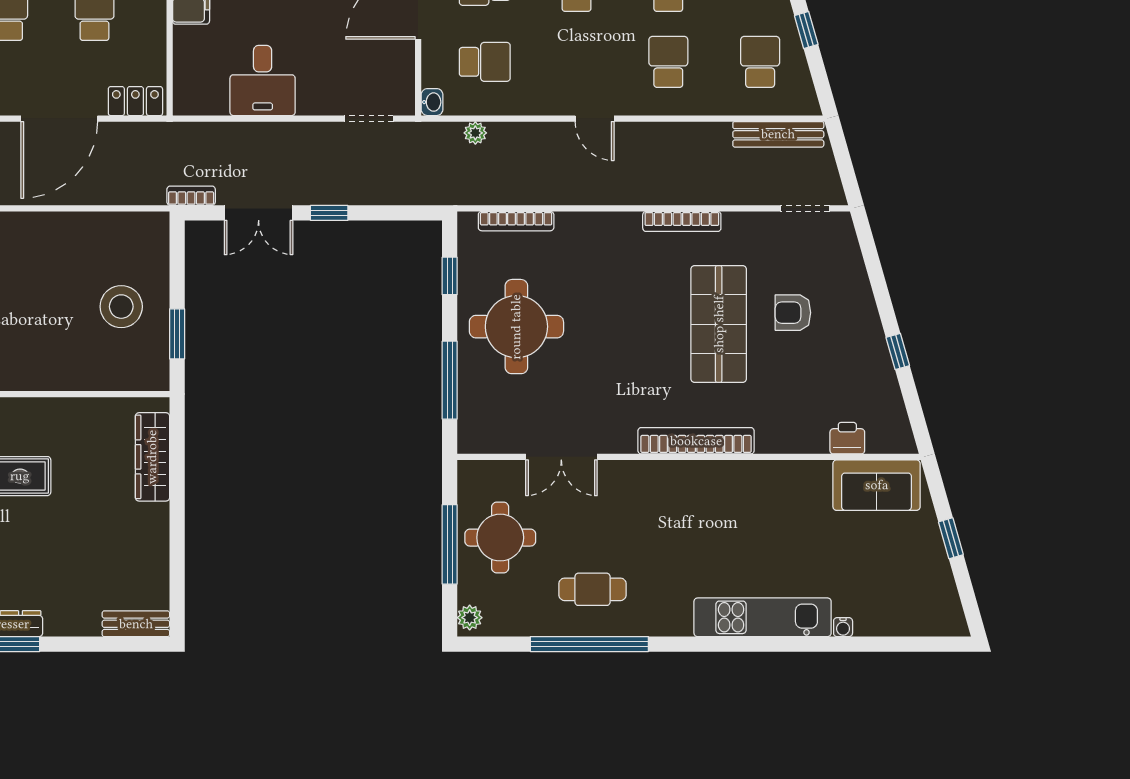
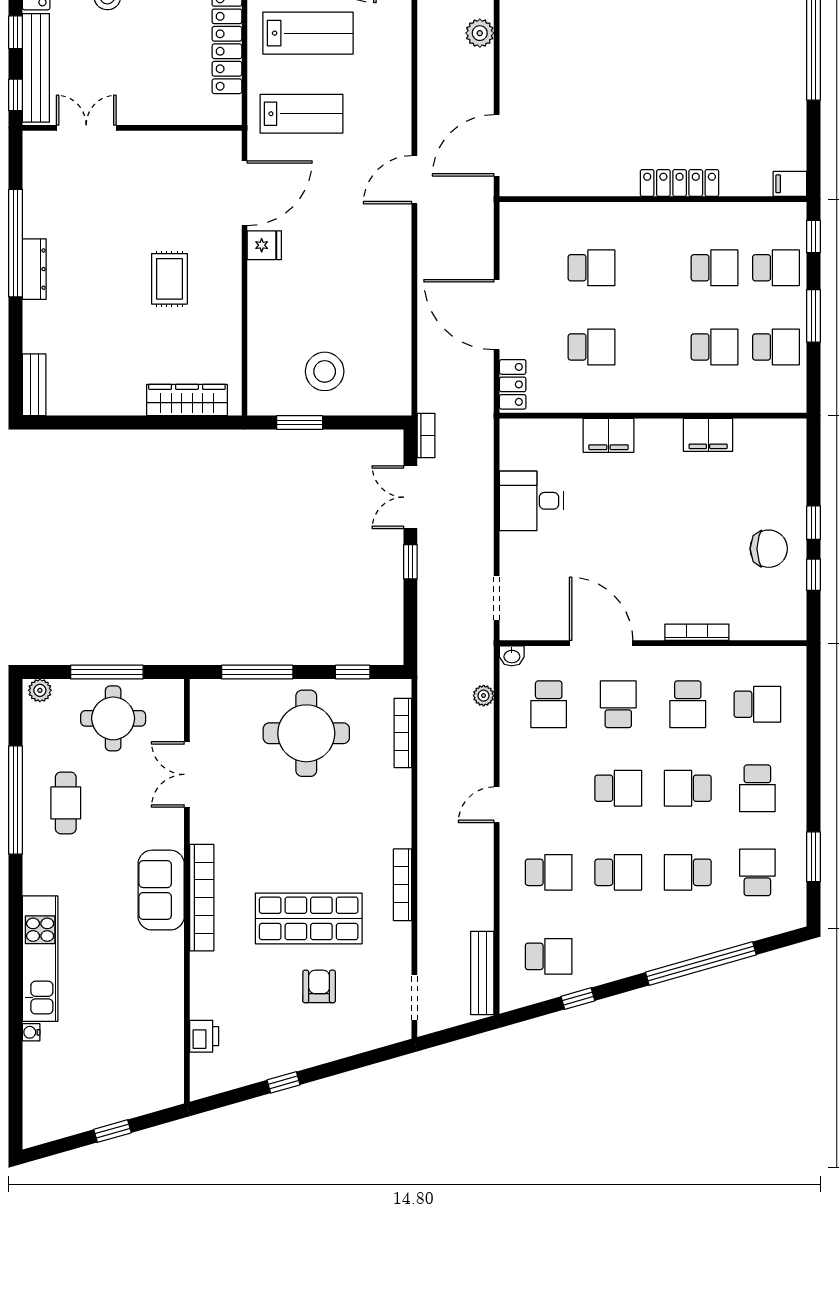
sofa: (877, 485) -> (161, 890), moved

